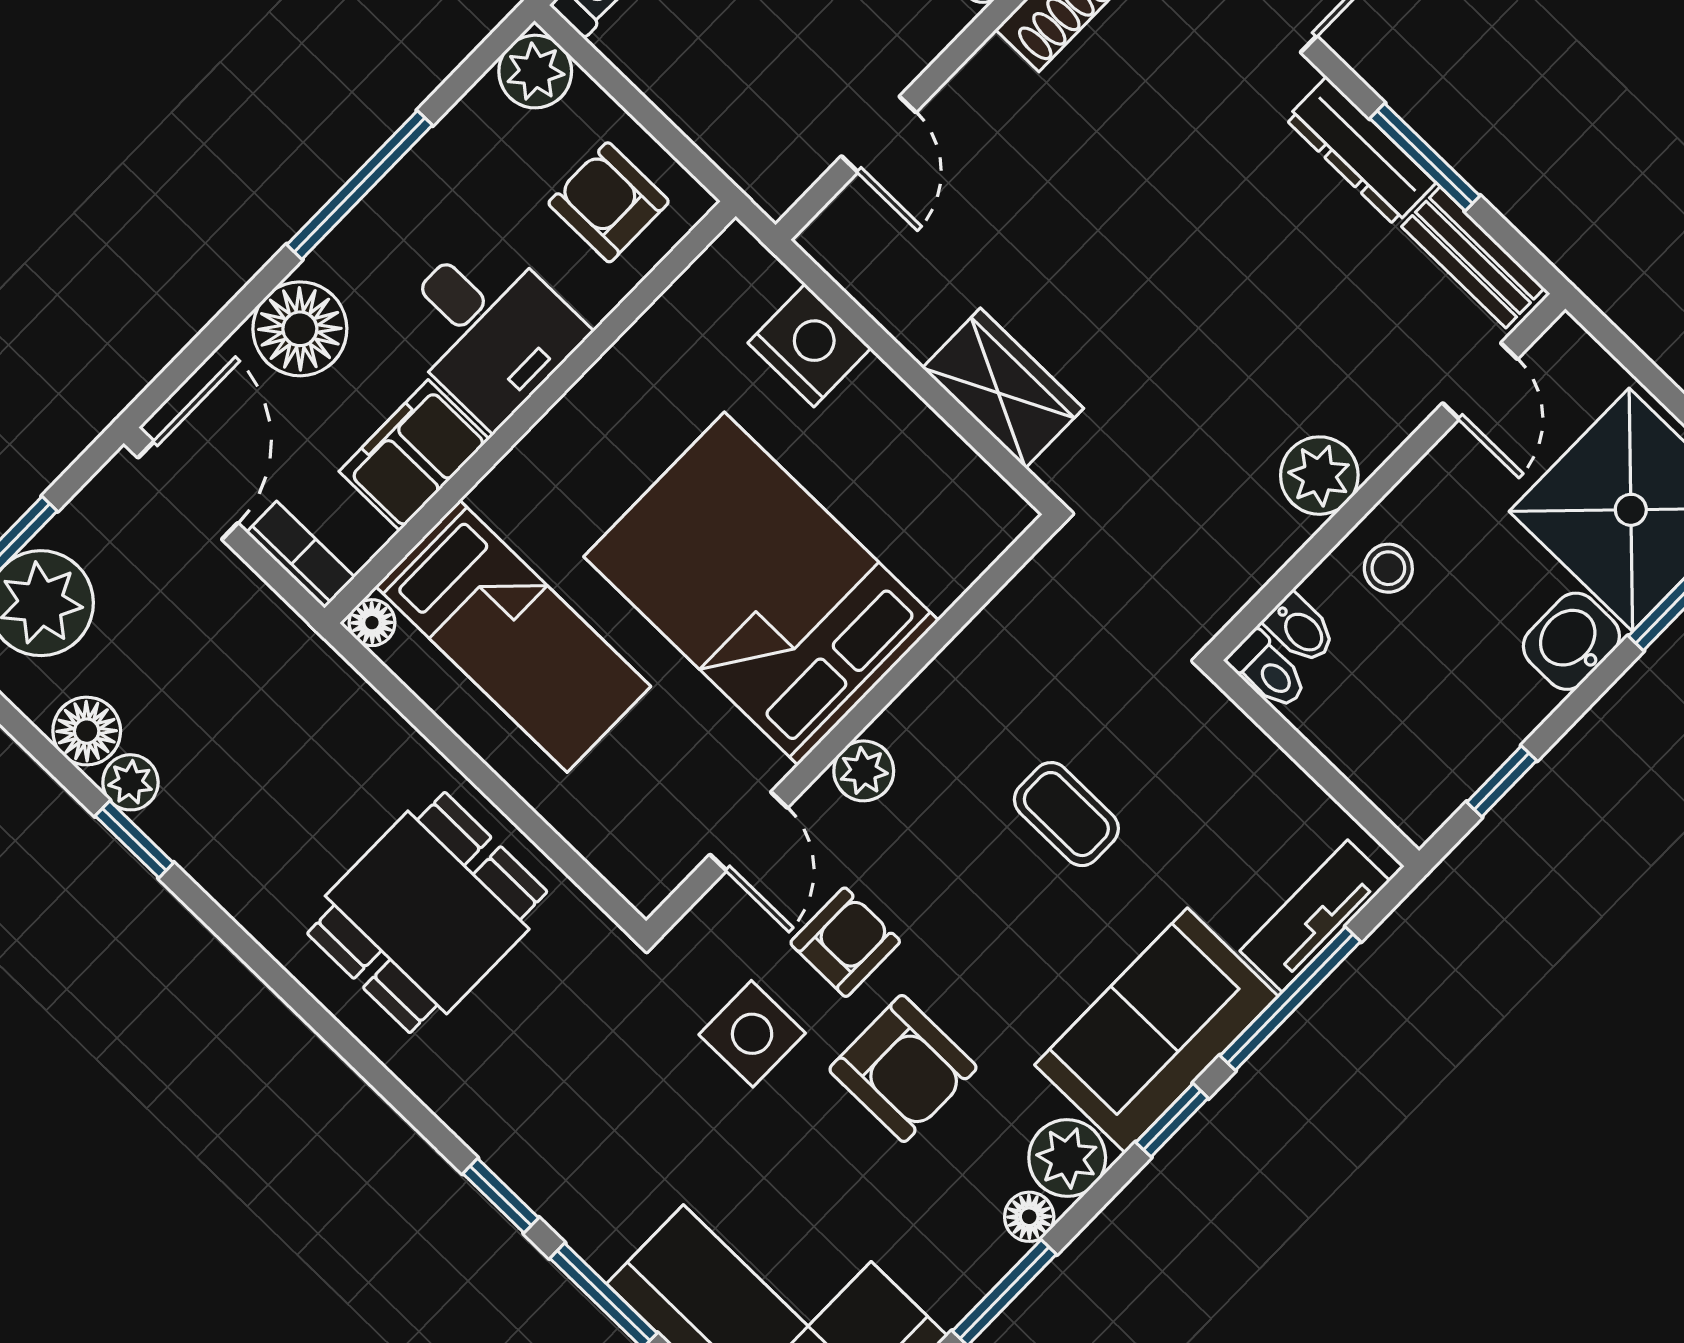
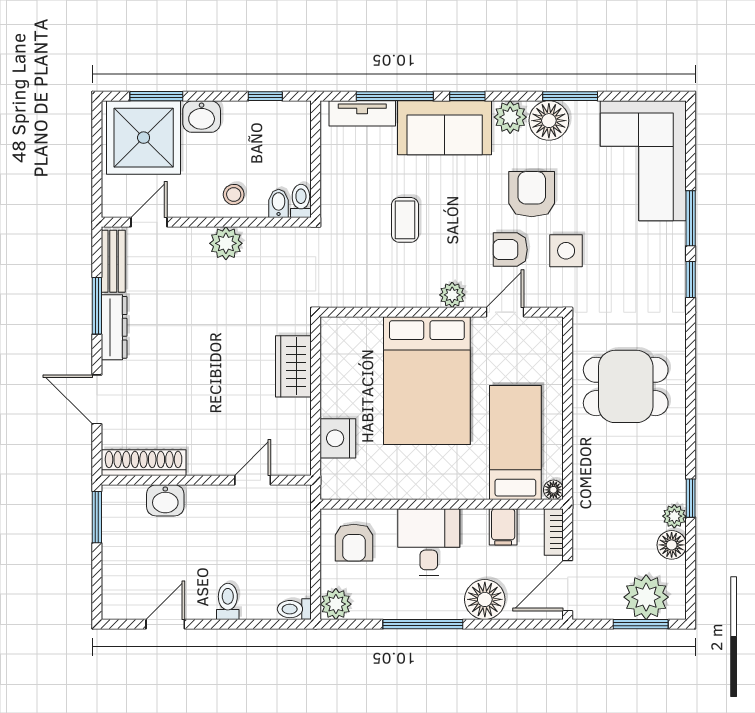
filing cabinet: (414, 455) -> (503, 527), width x0.50
floor lamp: (1029, 1217) -> (549, 121), width x1.89, depth x1.89

